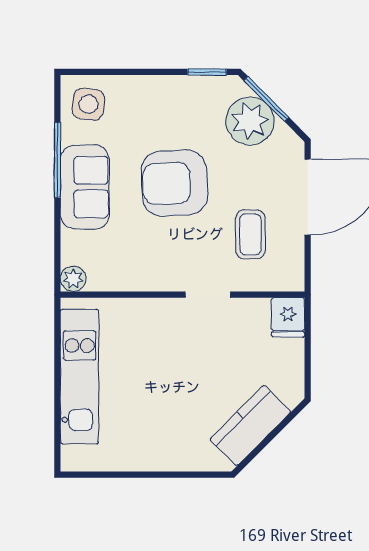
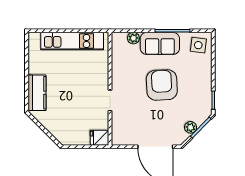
plant: (250, 121) -> (191, 127), width x0.53, depth x0.53
coffee table: (250, 234) -> (138, 120), removed
plant: (73, 279) -> (133, 38), moved
kitchen counter: (250, 425) -> (37, 93), moved, turned 45

